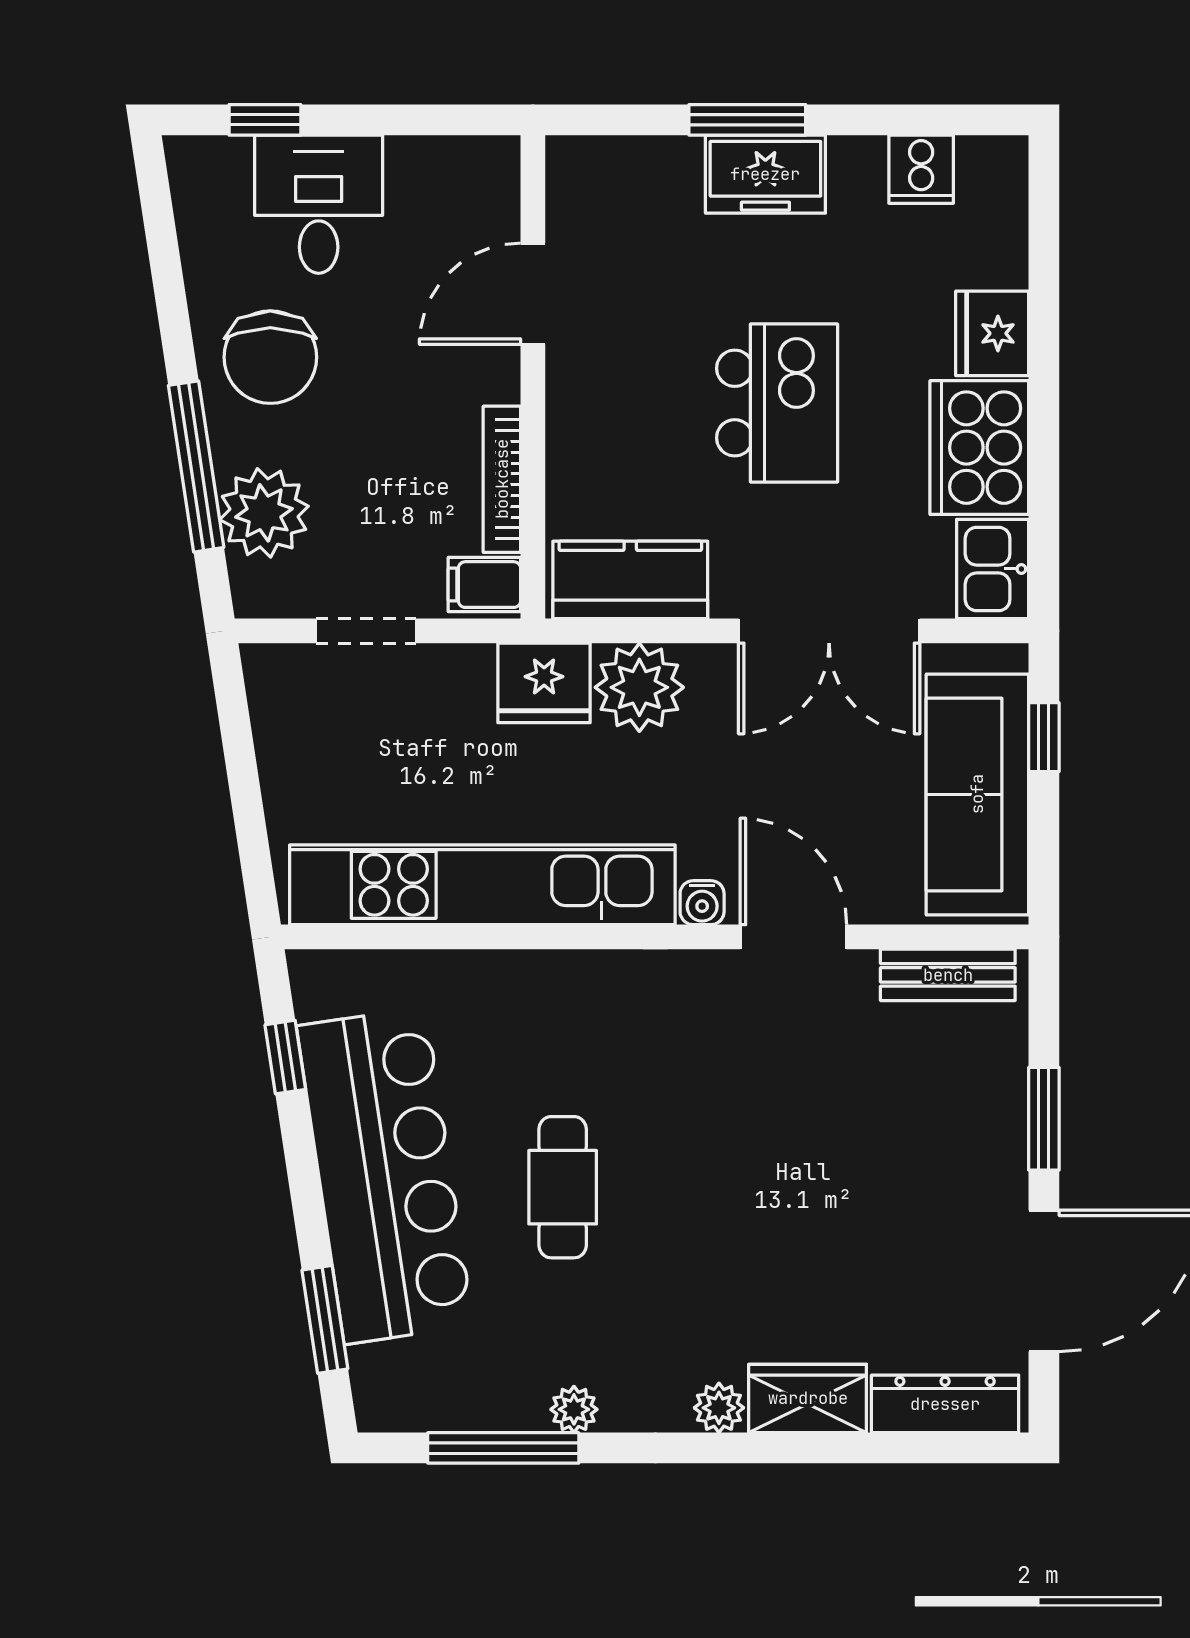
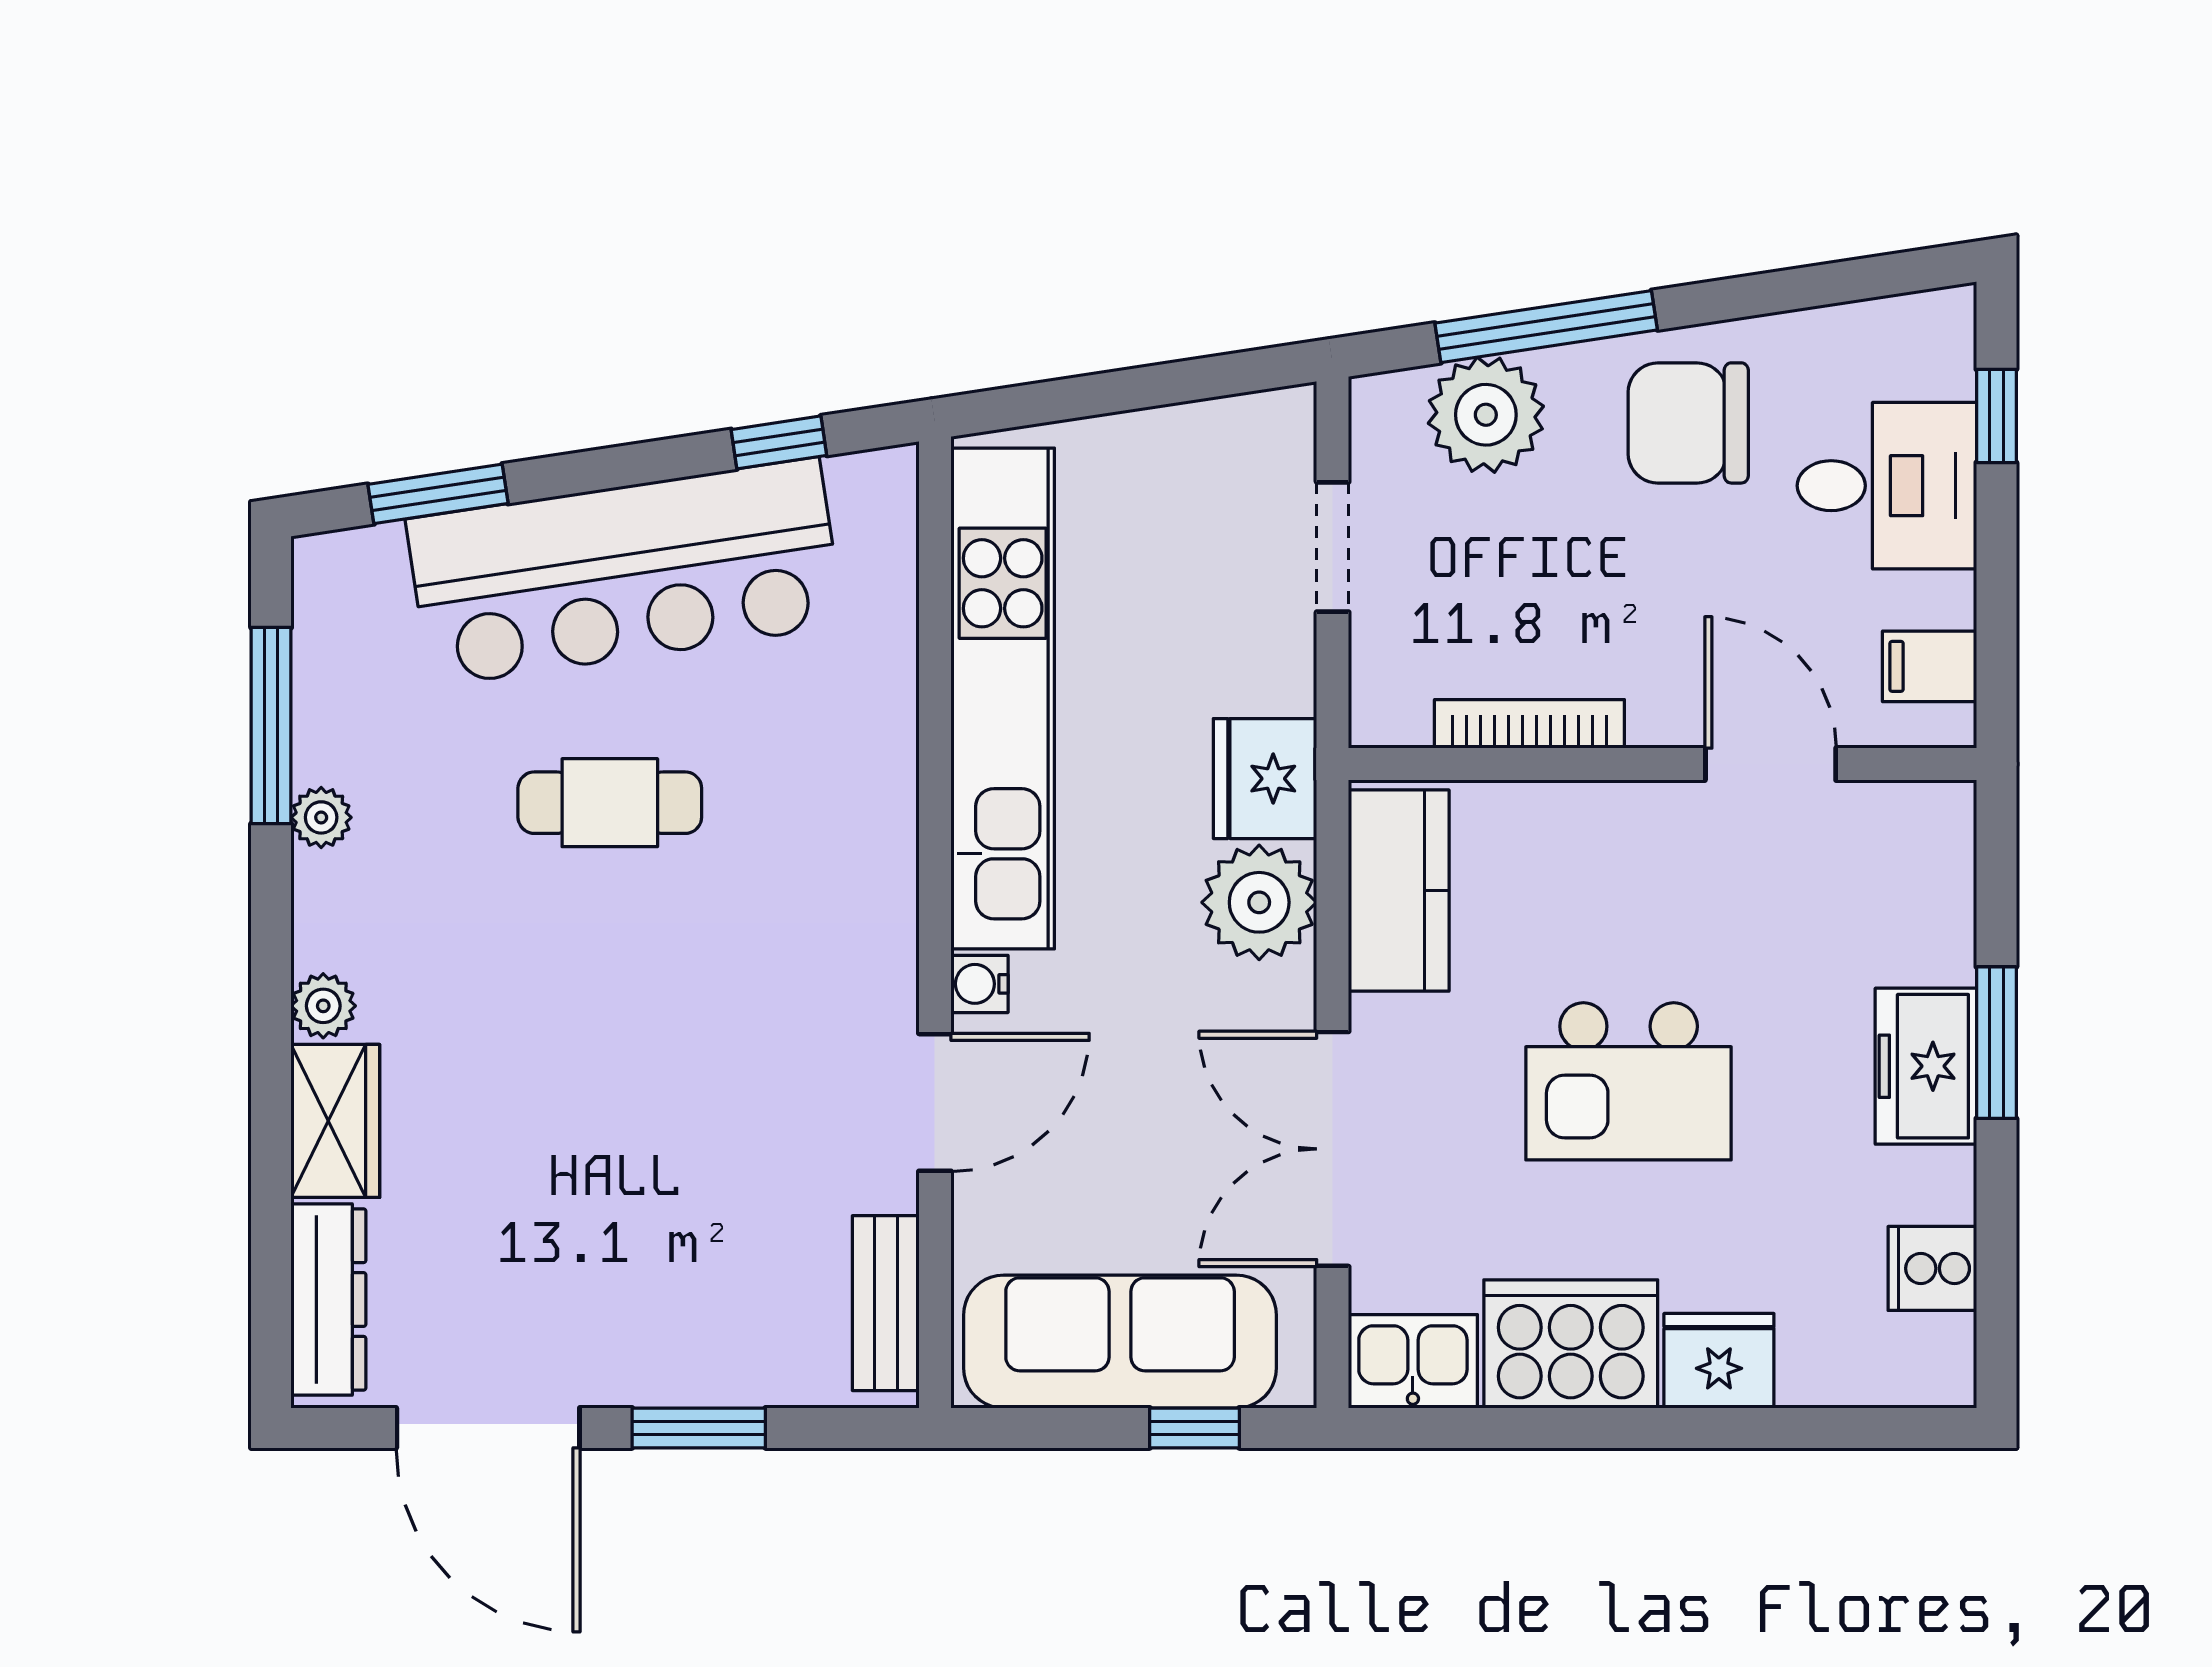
filing cabinet: (484, 585) -> (1929, 666), moved, turned -90

